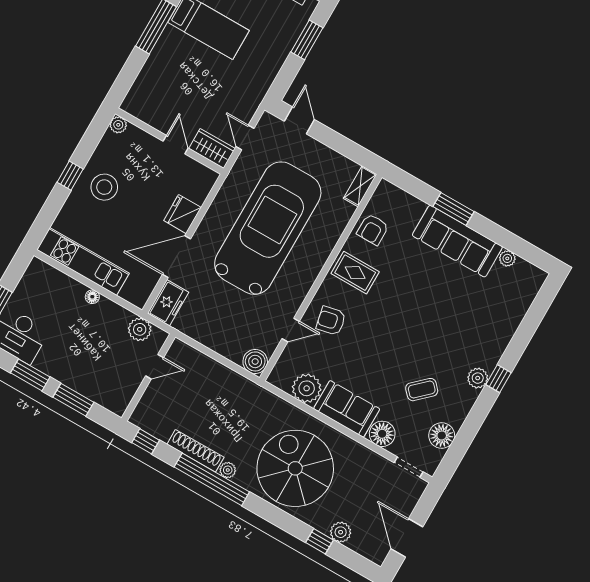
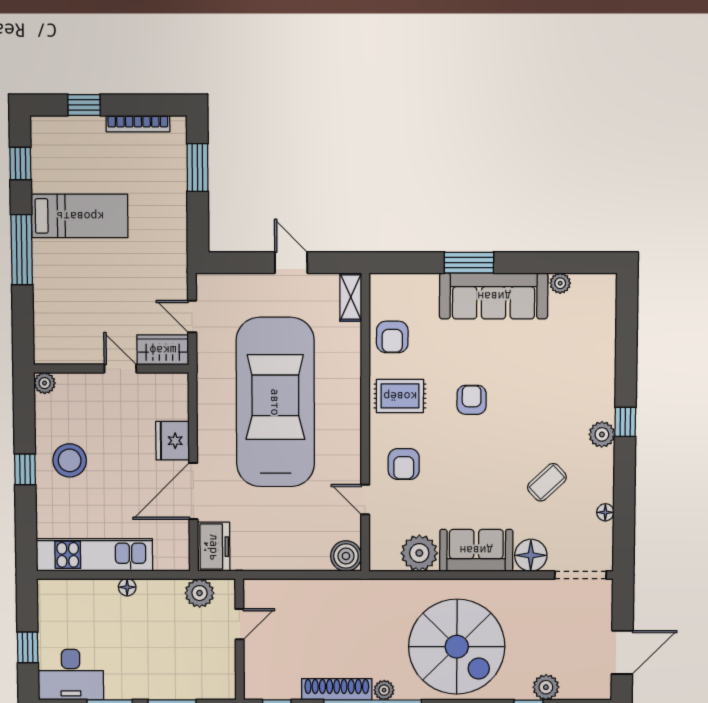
door: (299, 120) -> (291, 263), moved
armchair: (402, 303) -> (472, 400), added
armchair: (331, 321) -> (404, 464), turned -78
door: (291, 330) -> (365, 500), swing flipped
floor lamp: (442, 436) -> (605, 512), width x0.53, depth x0.53
doorway: (409, 467) -> (580, 575), width x1.38
spiral stairs: (295, 468) -> (457, 647), turned 180
door: (407, 538) -> (622, 652), swing flipped

